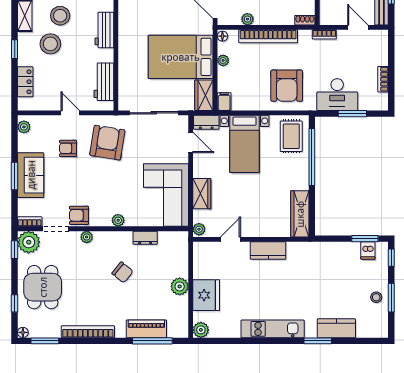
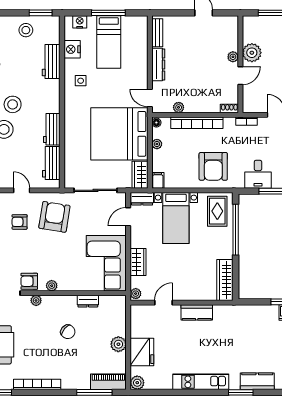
workbench: (104, 30) -> (52, 129), moved
bed: (181, 57) -> (119, 134), width x1.36
desk: (337, 95) -> (258, 174), width x0.73
door: (191, 142) -> (128, 217), swing flipped
plant: (118, 220) -> (52, 286), moved
piano: (146, 329) -> (108, 382), moved

